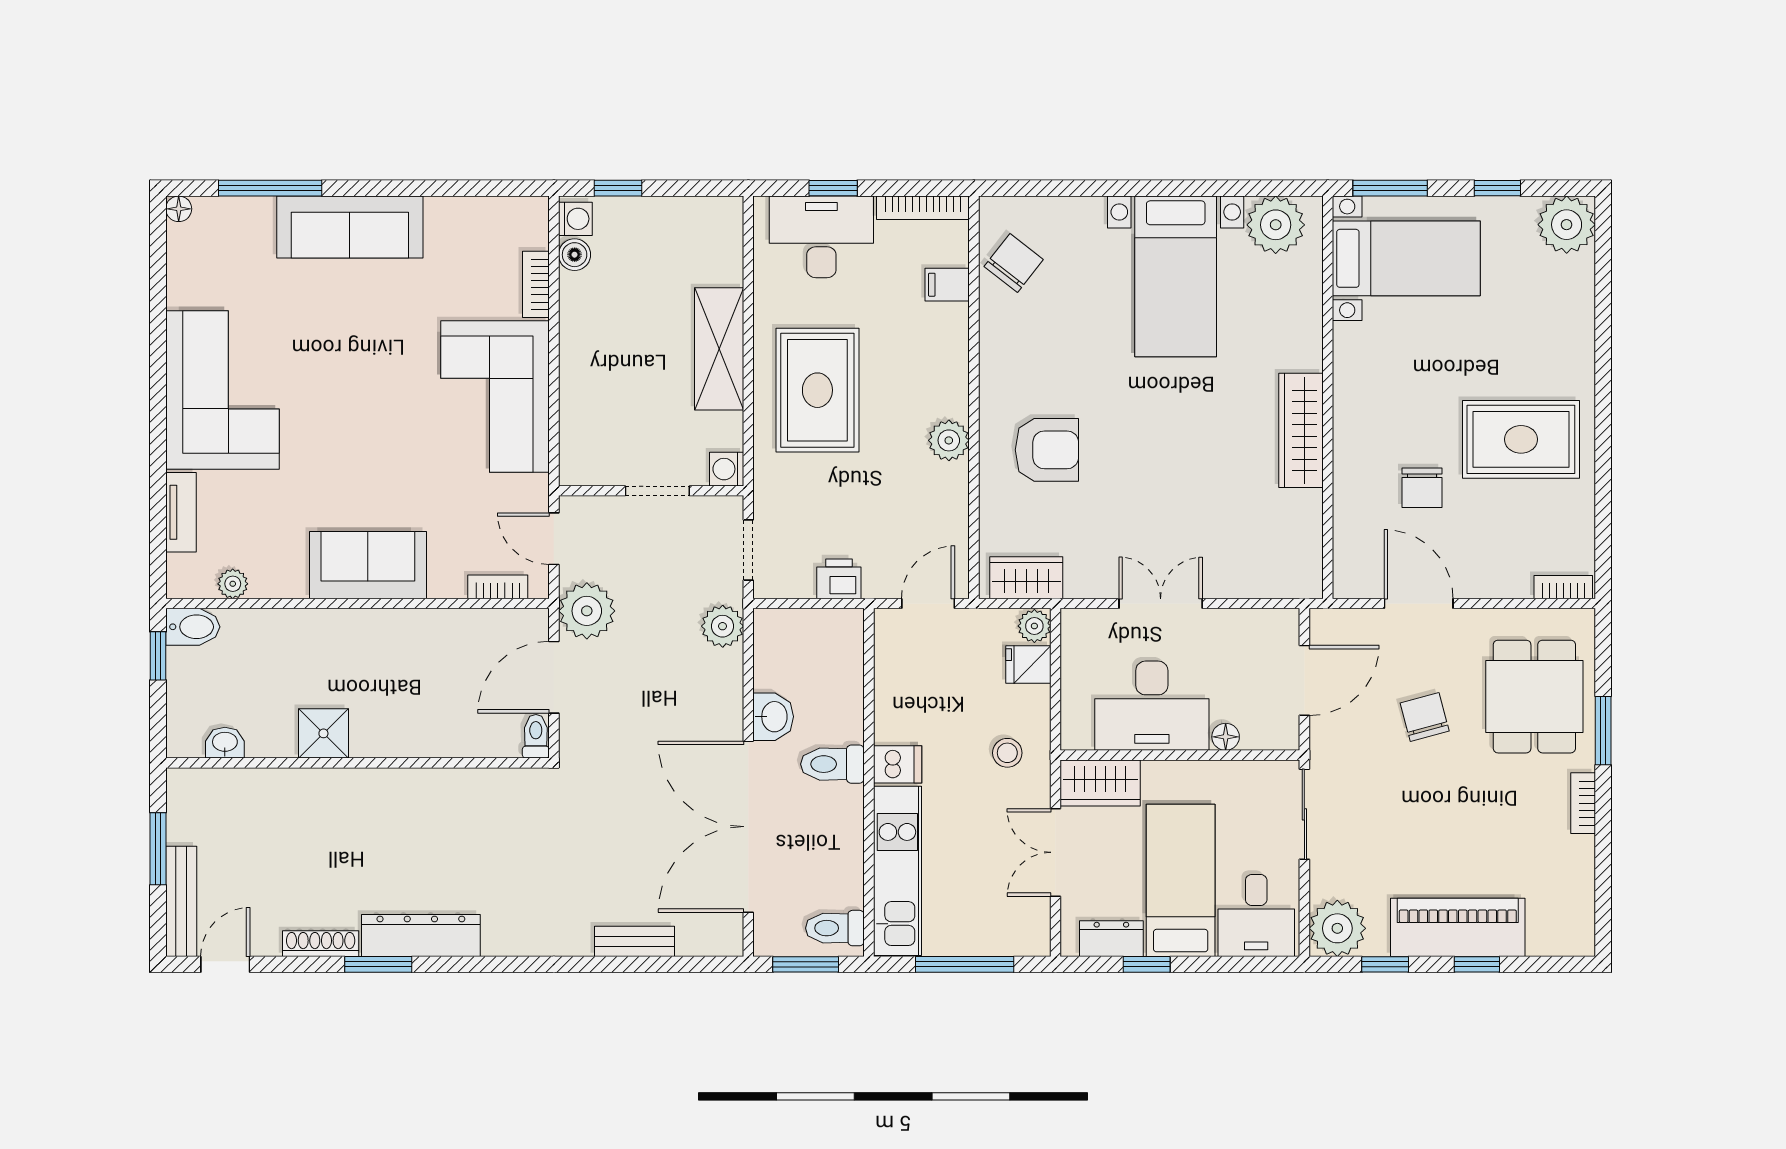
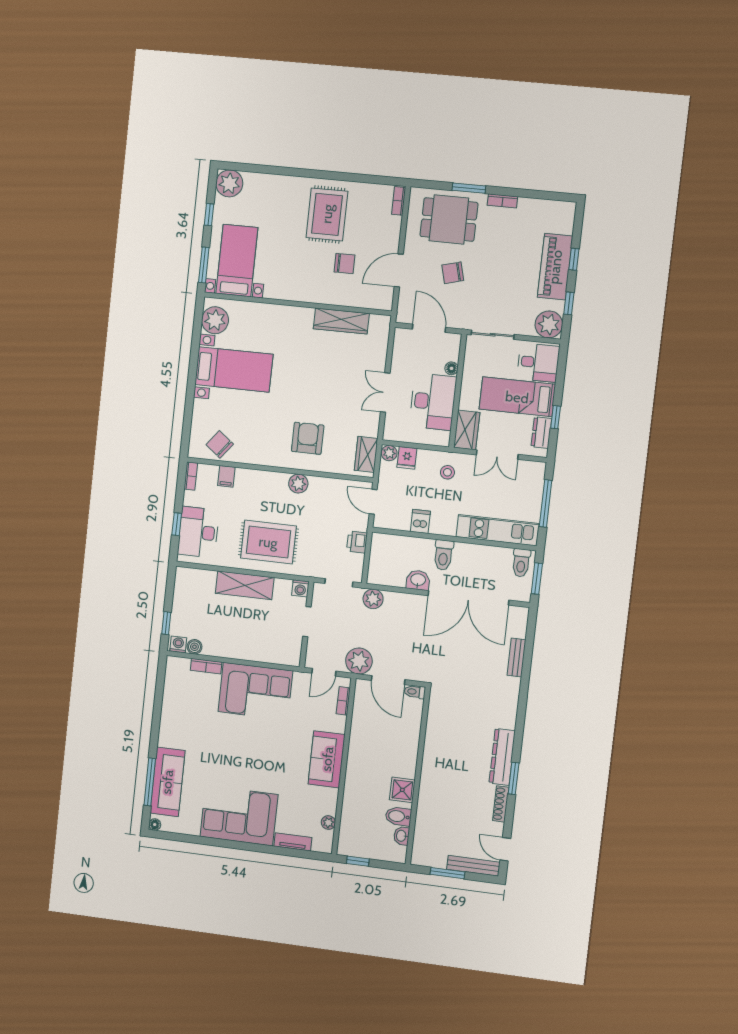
bookcase: (923, 208) -> (191, 476), width x0.64
sofa: (350, 227) -> (167, 782), moved
wardrobe: (1301, 430) -> (341, 321), moved
bidet: (193, 627) -> (398, 816), moved, turned -90
dishwasher: (898, 764) -> (420, 521), moved

